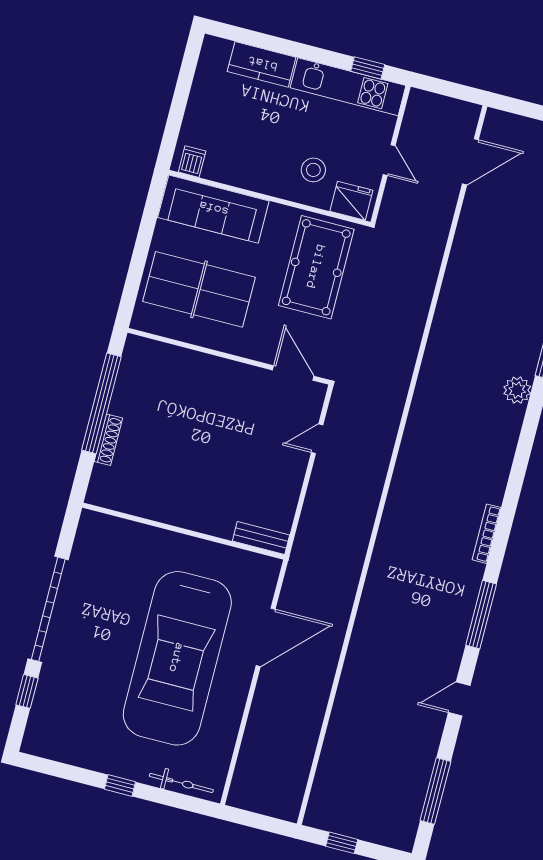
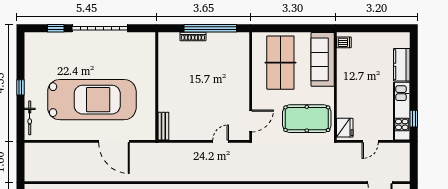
stool: (313, 170) -> (355, 105), removed
door: (317, 439) -> (221, 141), hinge flipped
car: (177, 658) -> (92, 100), turned 180

